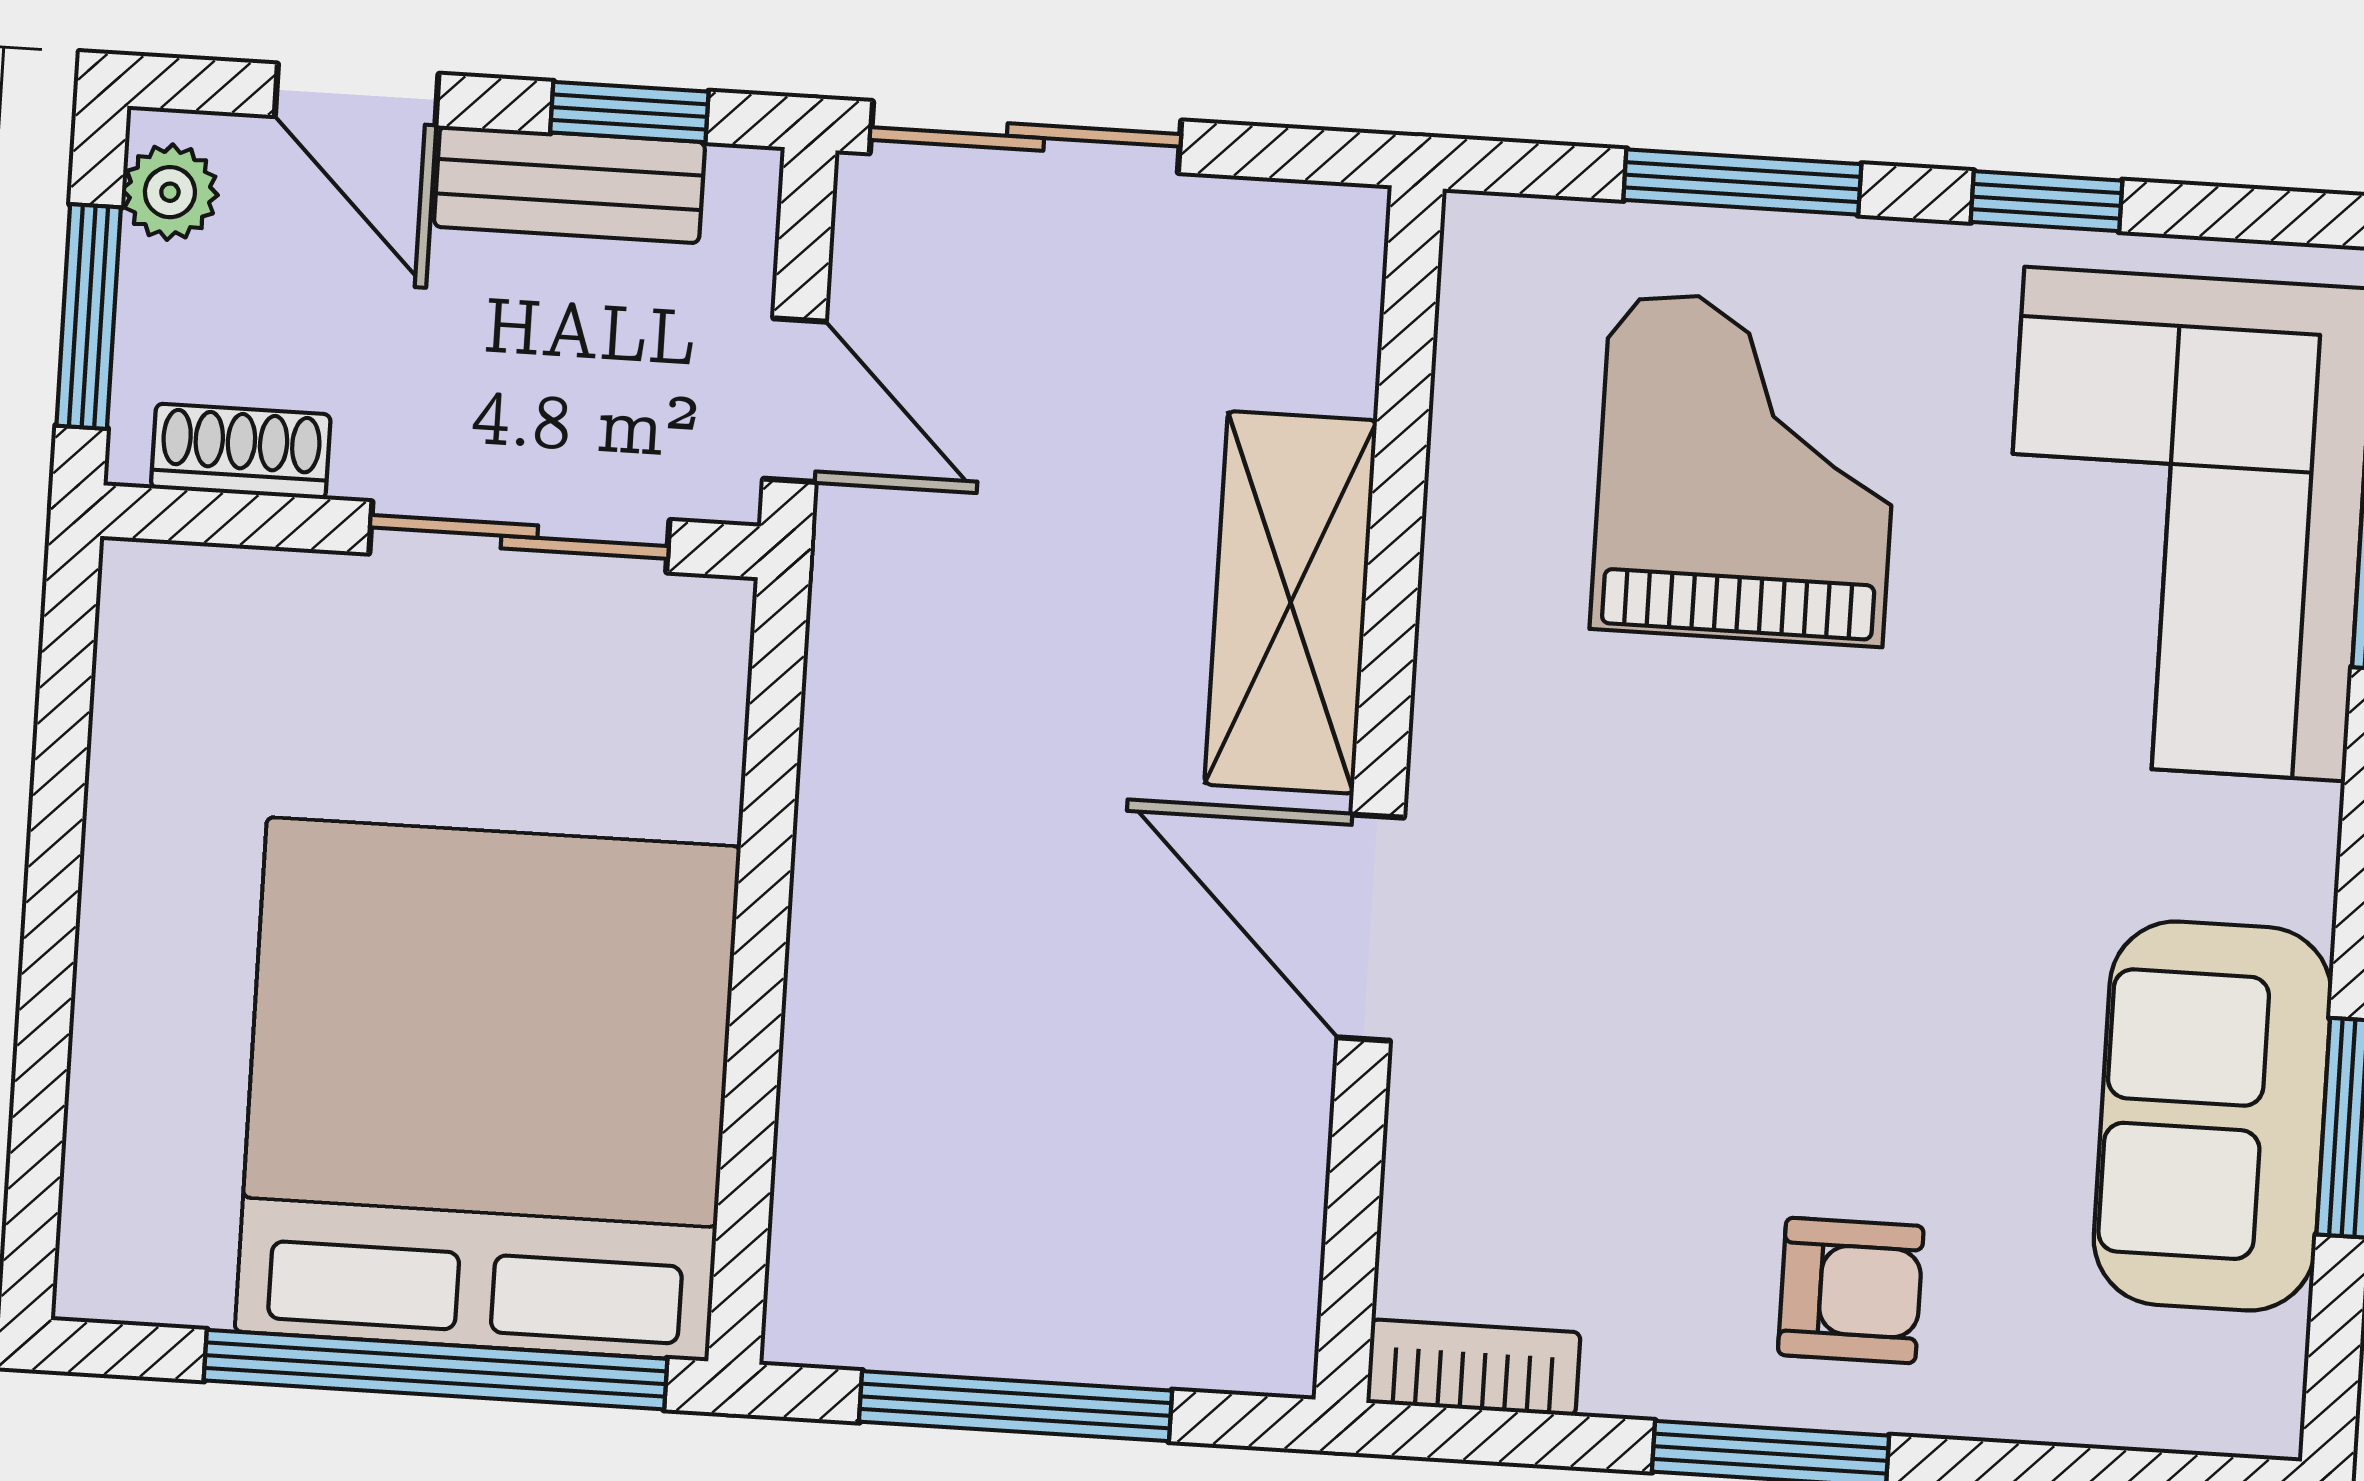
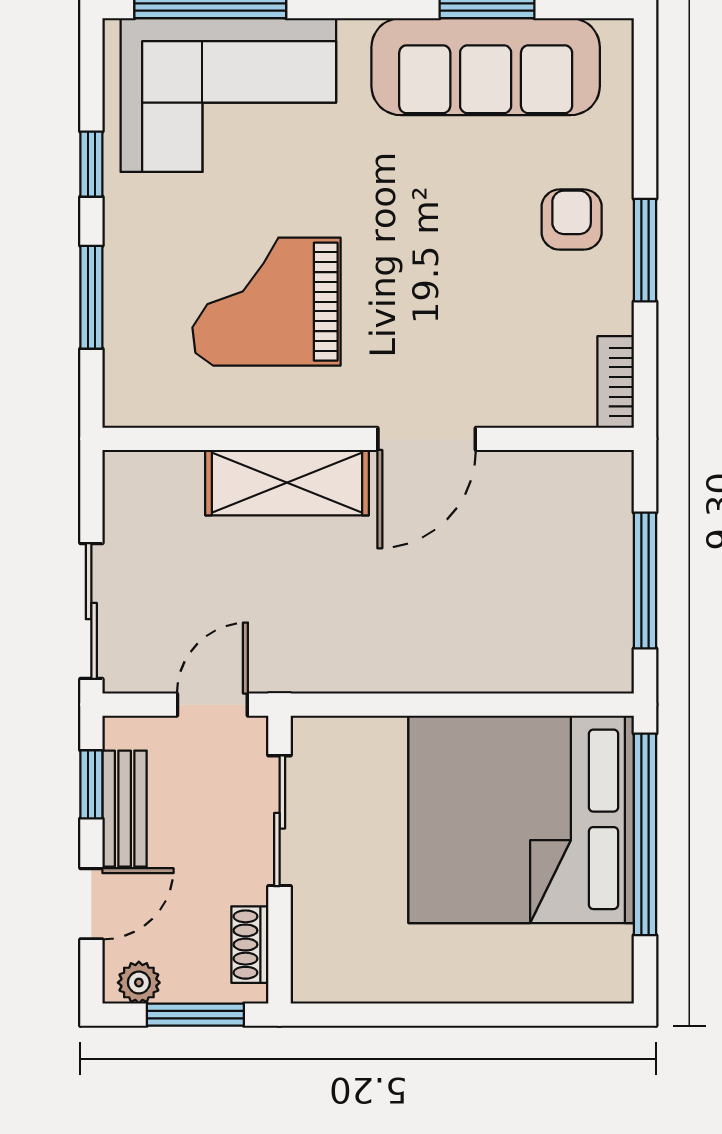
grand piano: (1747, 469) -> (266, 302), moved
sofa: (2213, 1116) -> (486, 67), width x1.36

